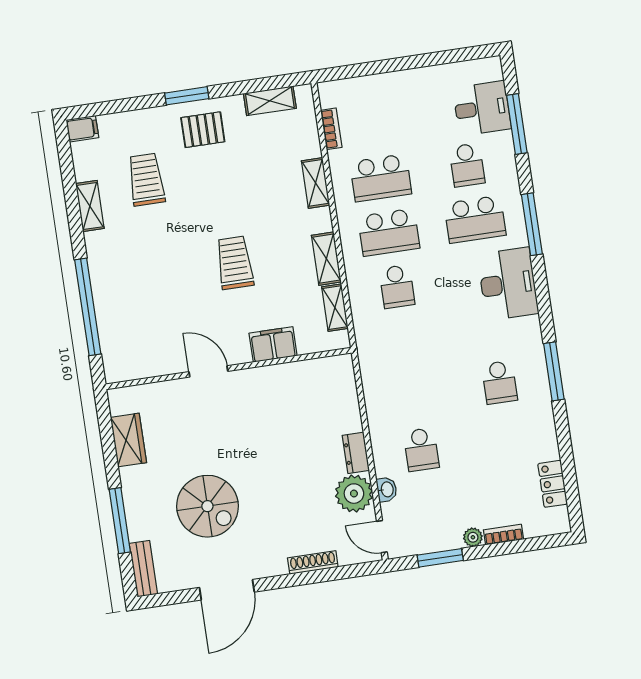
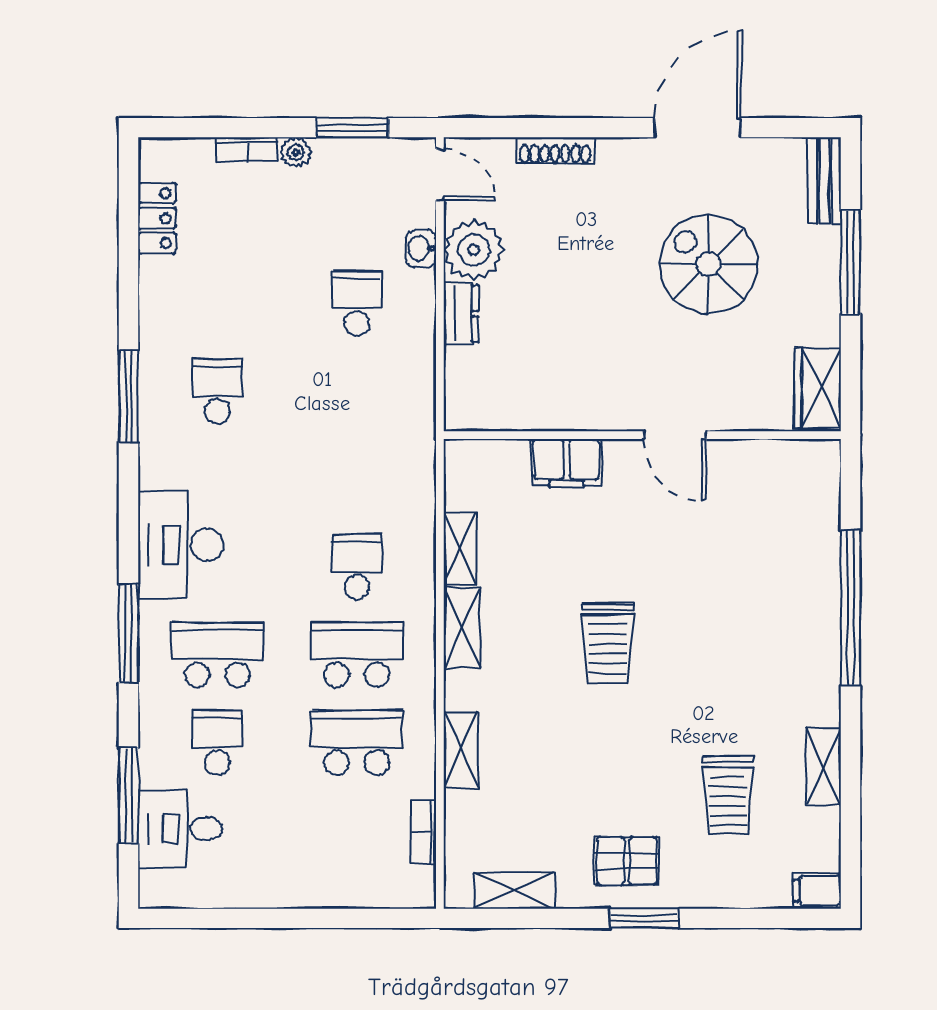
filing cabinet: (273, 344) -> (566, 463), moved
wall: (229, 368) -> (642, 435), moved
door: (208, 371) -> (675, 435), moved

